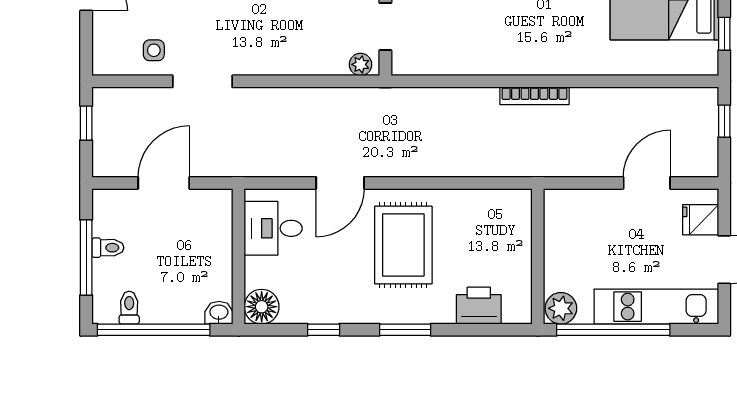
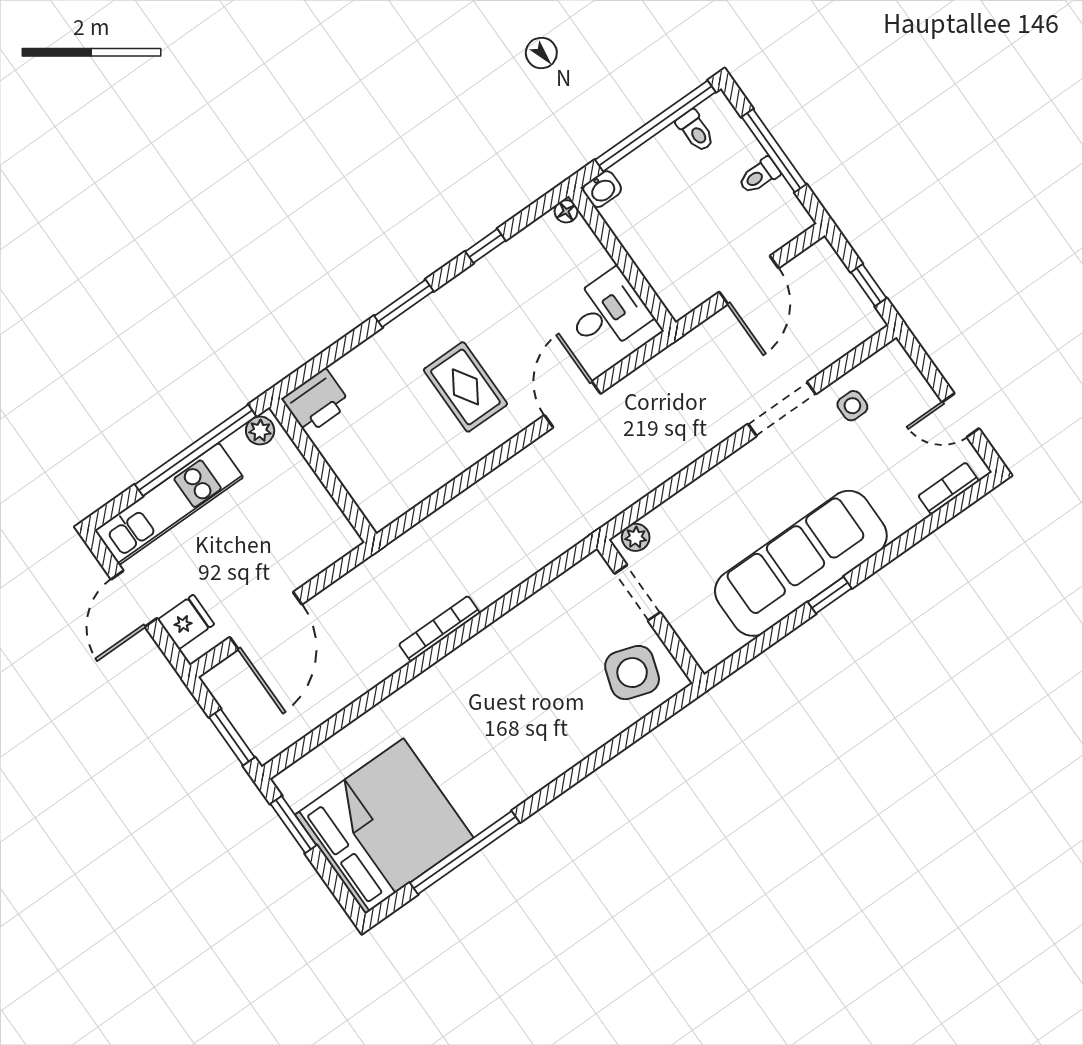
window: (724, 34) -> (293, 825), width x1.50
window: (724, 121) -> (232, 737), width x1.50
door: (647, 183) -> (266, 621), width x1.36
rug: (403, 245) -> (465, 387), width x0.73, depth x0.70
printer: (479, 306) -> (316, 401), moved
floor lamp: (262, 307) -> (566, 211), width x0.53, depth x0.53
plant: (561, 308) -> (260, 431), width x0.73, depth x0.73

